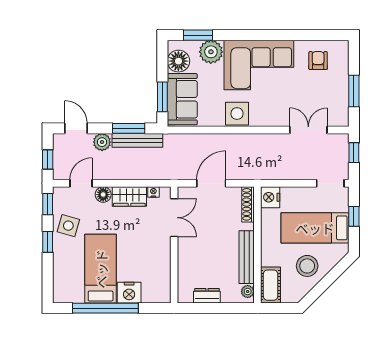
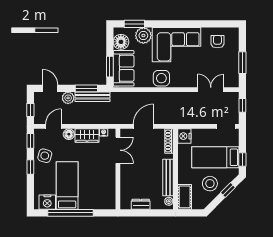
window: (354, 216) -> (242, 159), moved
window: (333, 275) -> (228, 190), added
nightstand: (129, 293) -> (47, 202), moved

